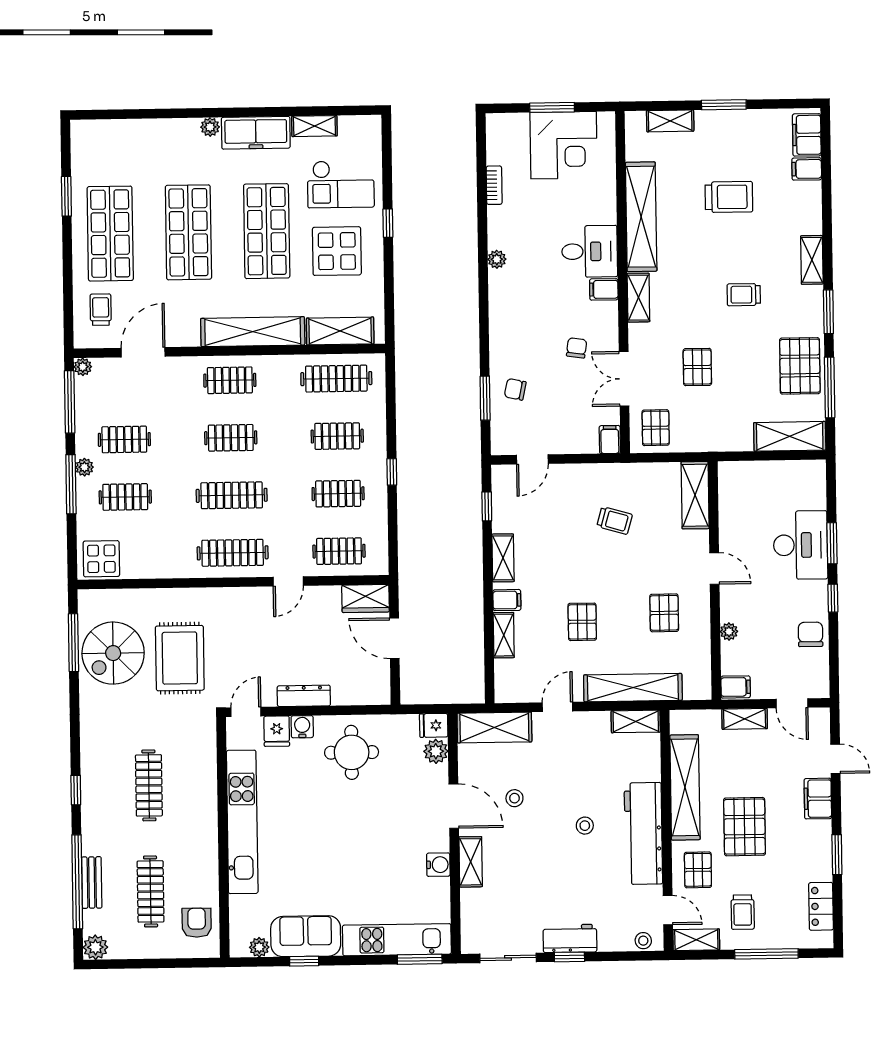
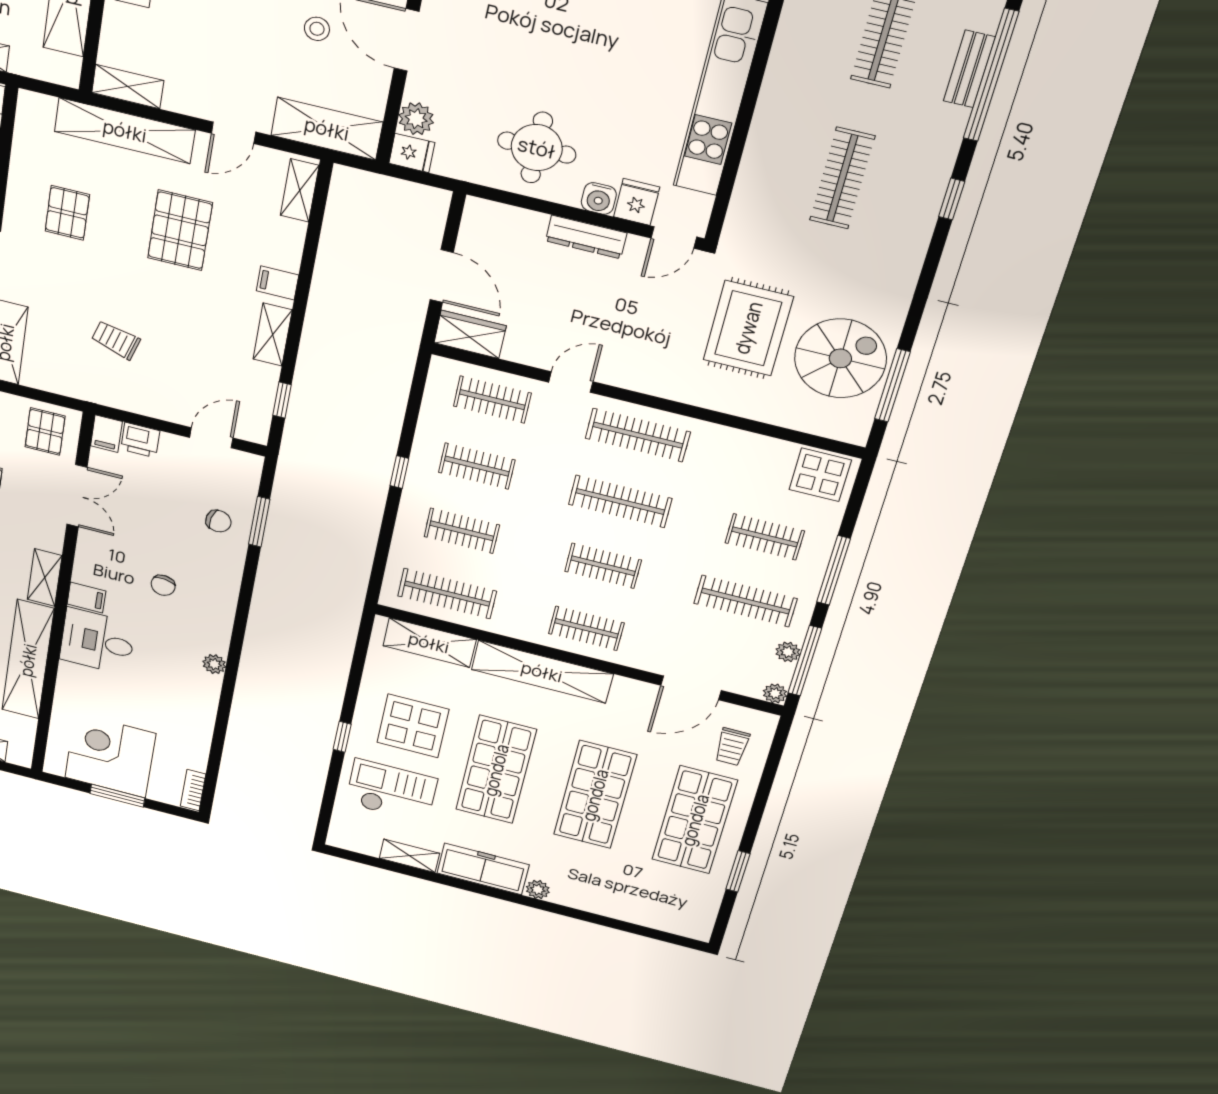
bookcase: (494, 185) -> (193, 790), moved
chair: (577, 348) -> (163, 585), moved
clothes rail: (124, 439) -> (745, 601), width x1.36
printer: (584, 442) -> (140, 440), added
plant: (84, 467) -> (788, 652), moved
pallet: (582, 622) -> (180, 230), width x1.50, depth x1.42
shelving: (504, 635) -> (300, 190), moved

